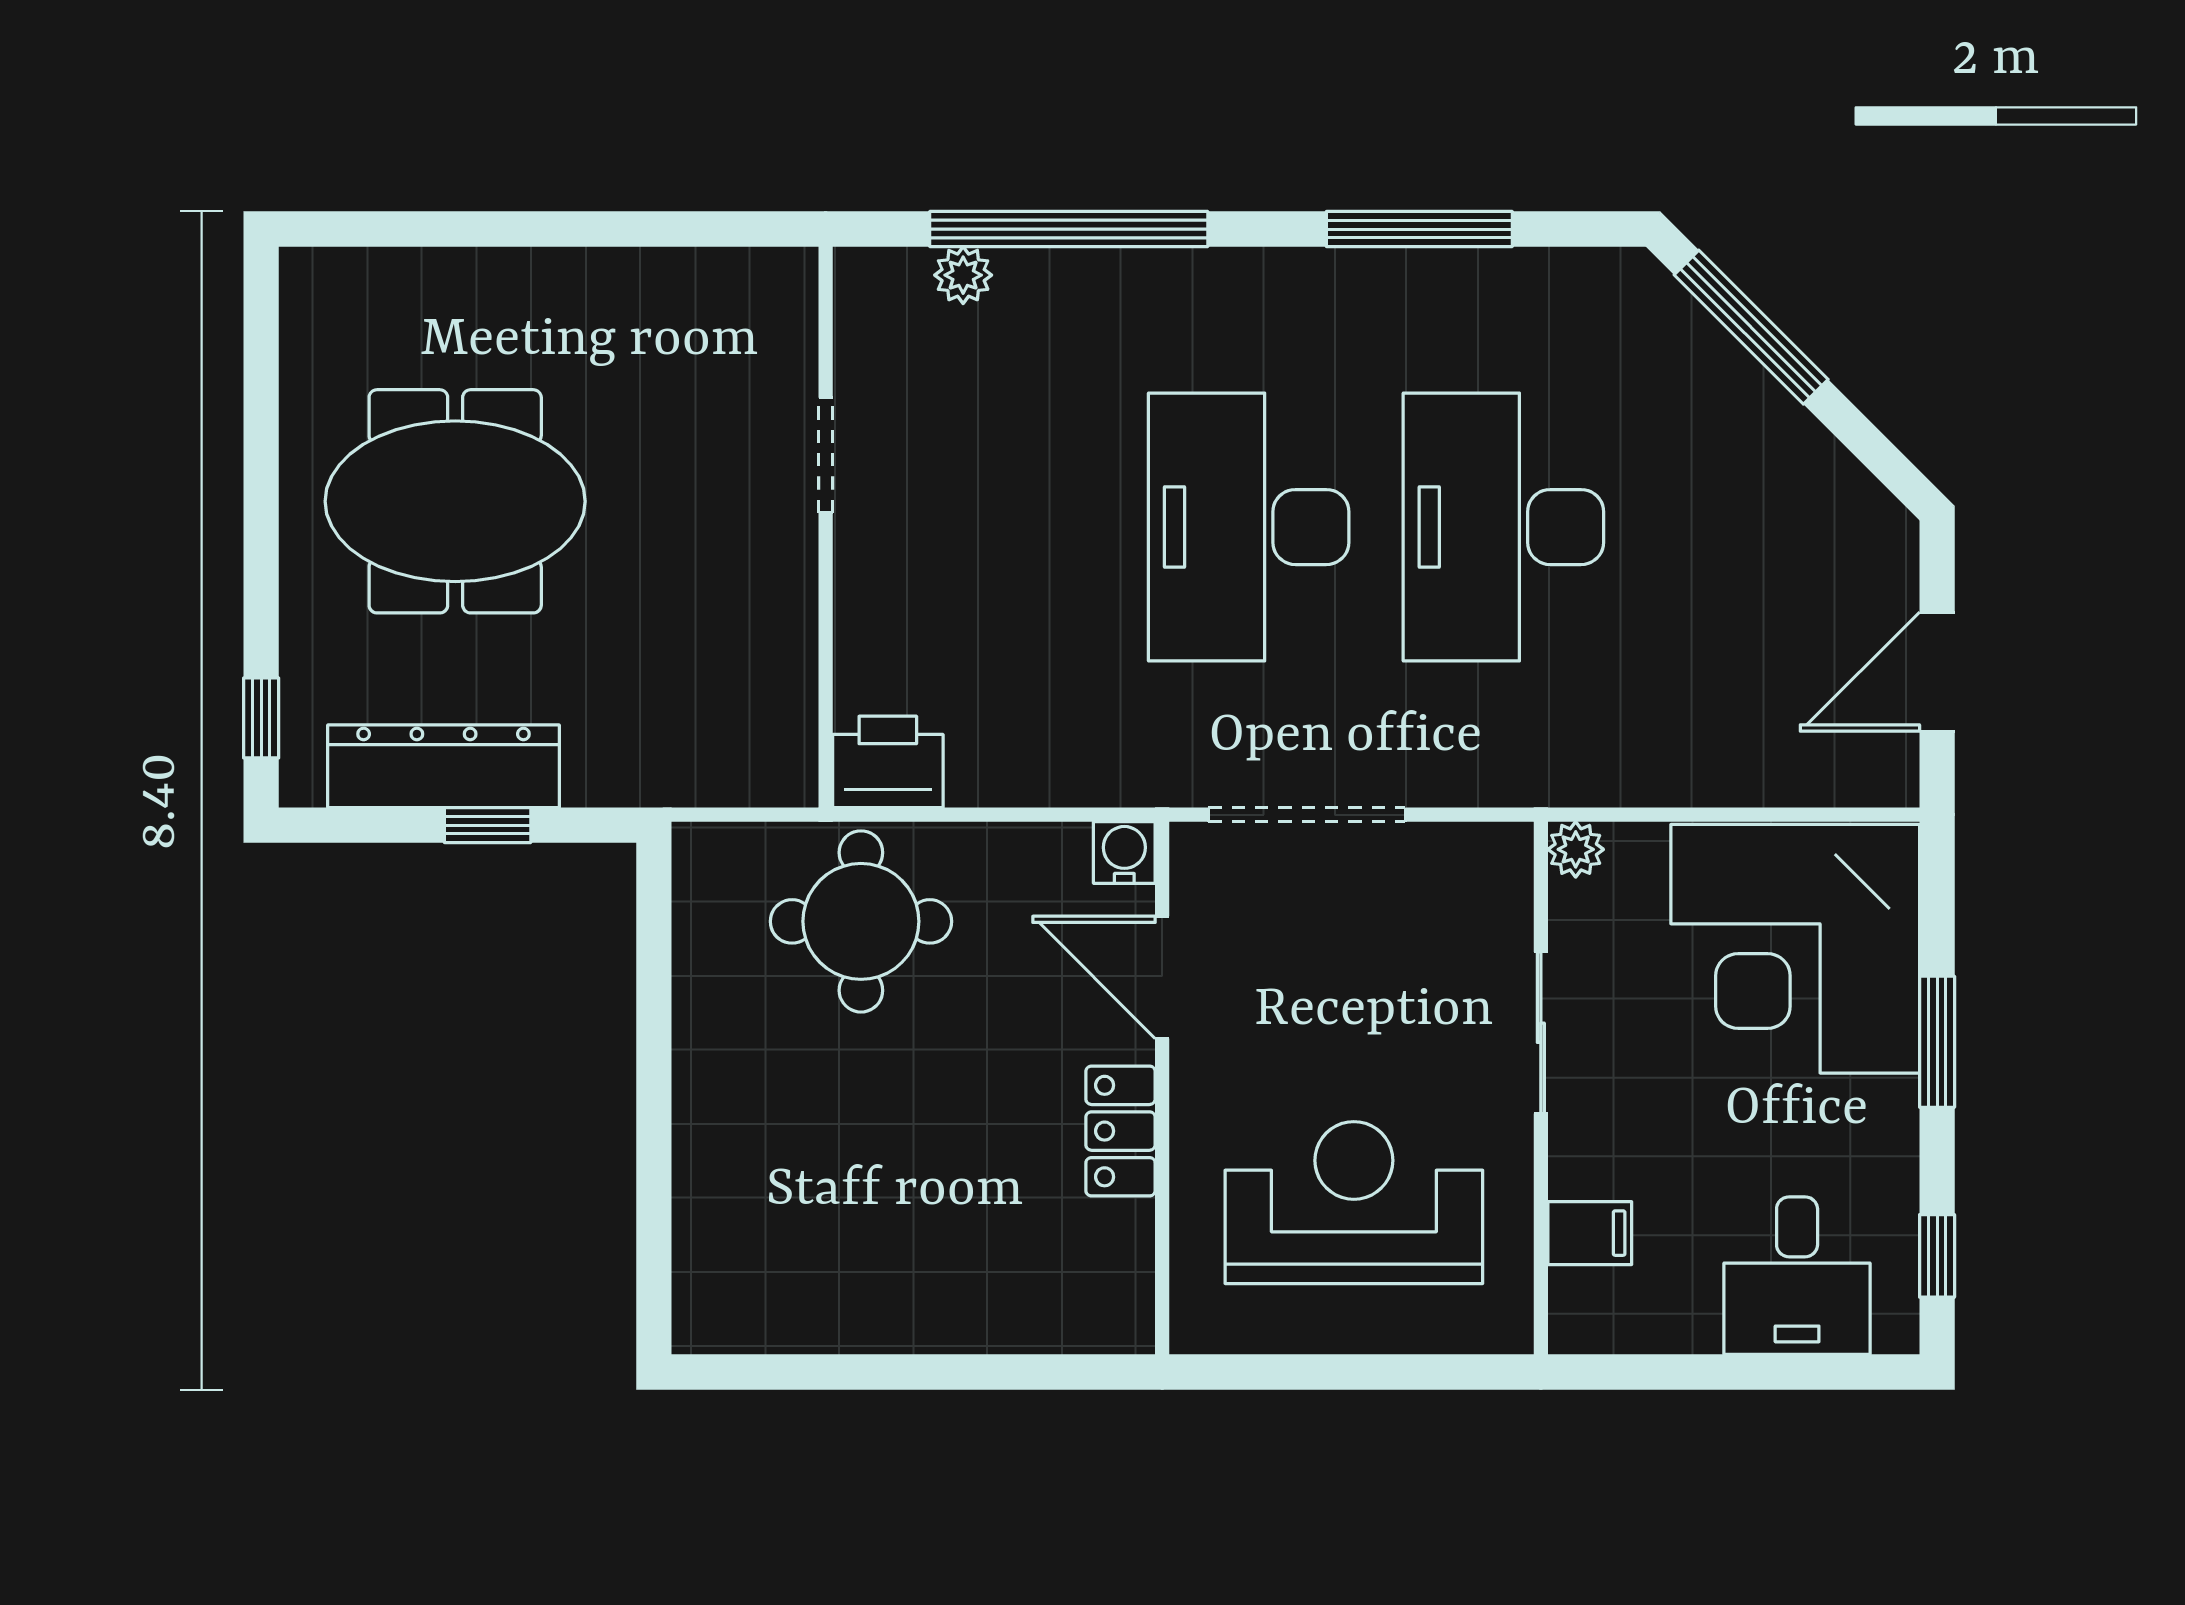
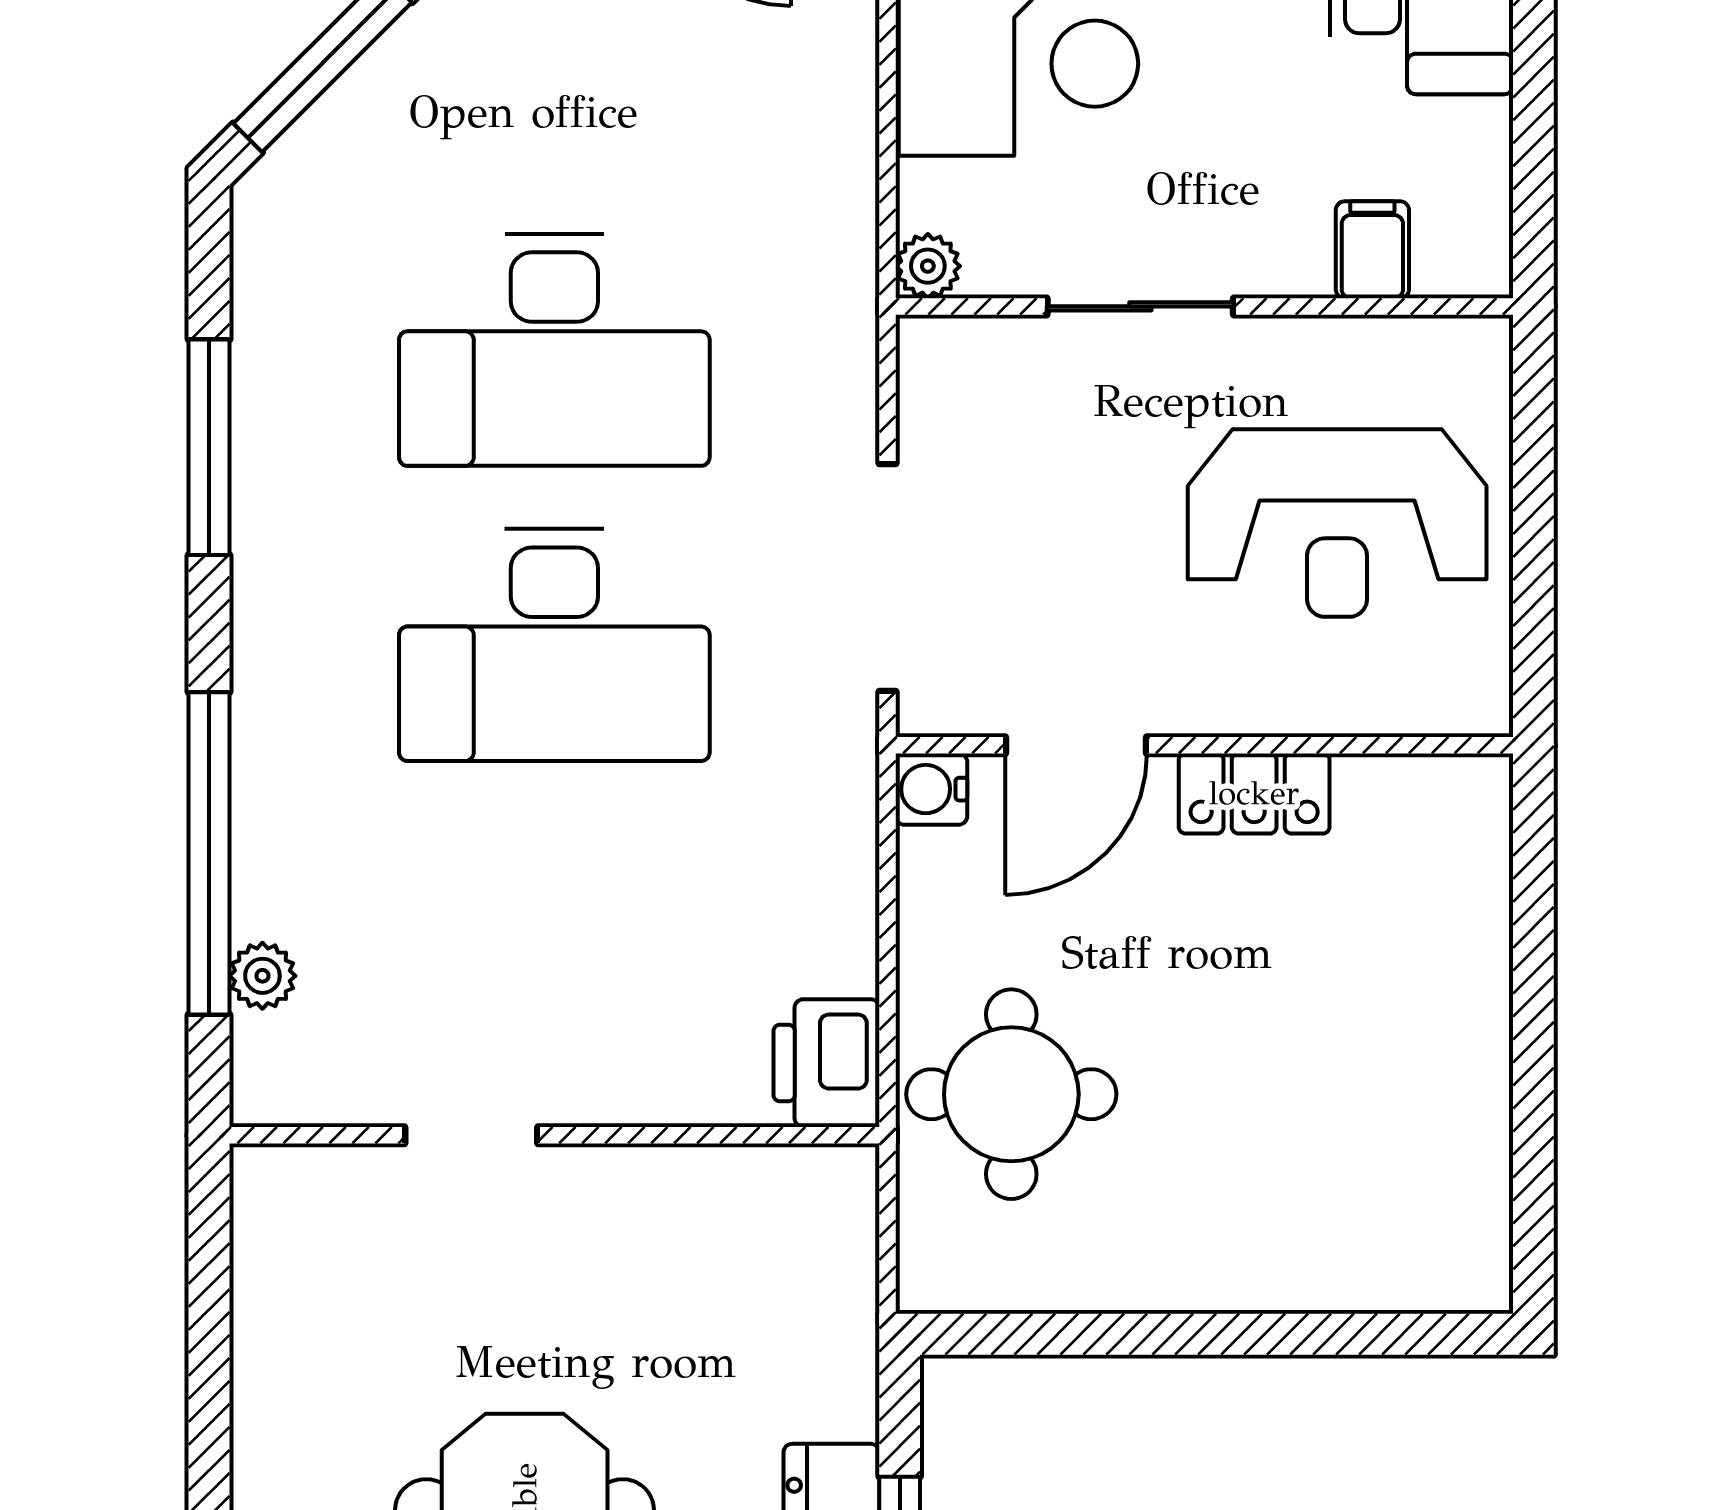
reception desk: (1354, 1203) -> (1337, 523), turned -90

